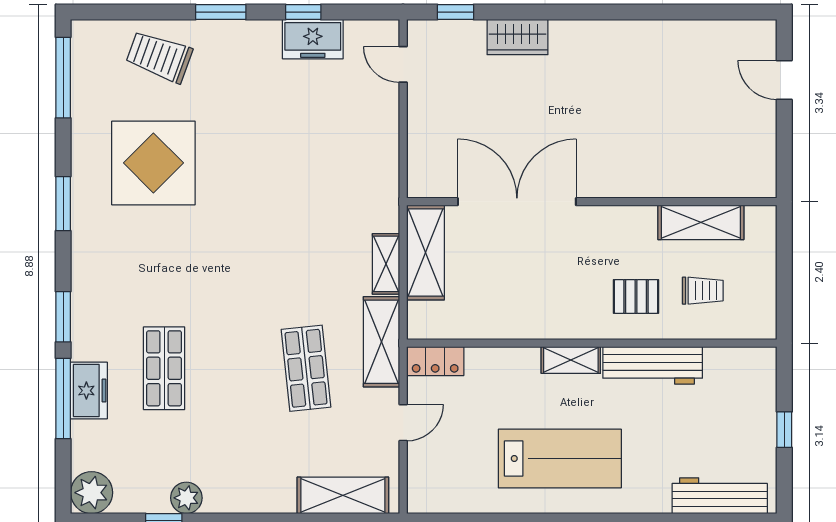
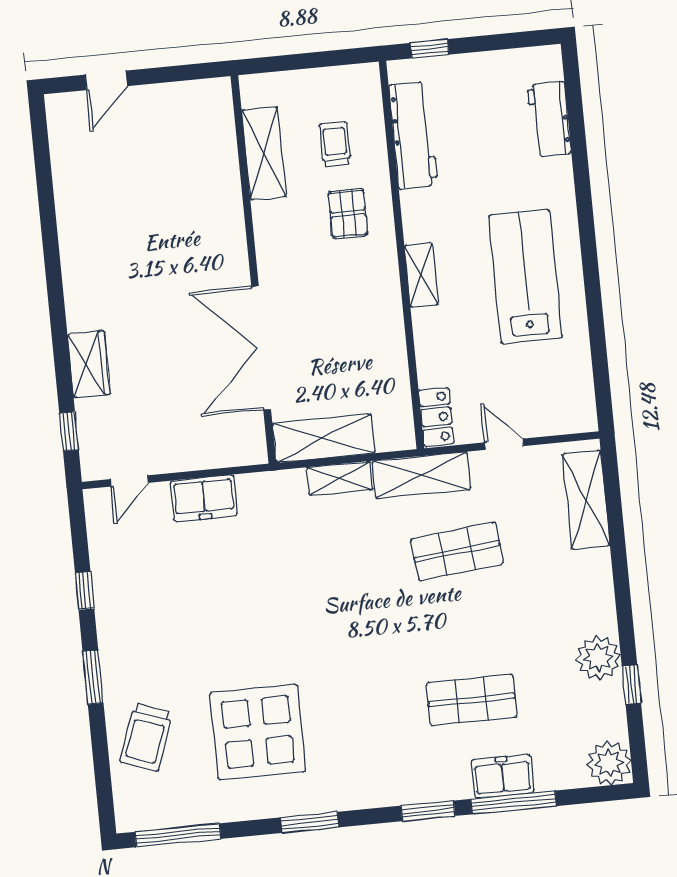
freezer: (313, 39) -> (204, 498), moved, turned 90
workbench: (653, 365) -> (413, 135), moved
window: (784, 430) -> (430, 49), moved
workbench: (720, 496) -> (549, 119), width x0.73
plant: (186, 498) -> (598, 658), width x1.36, depth x1.36

